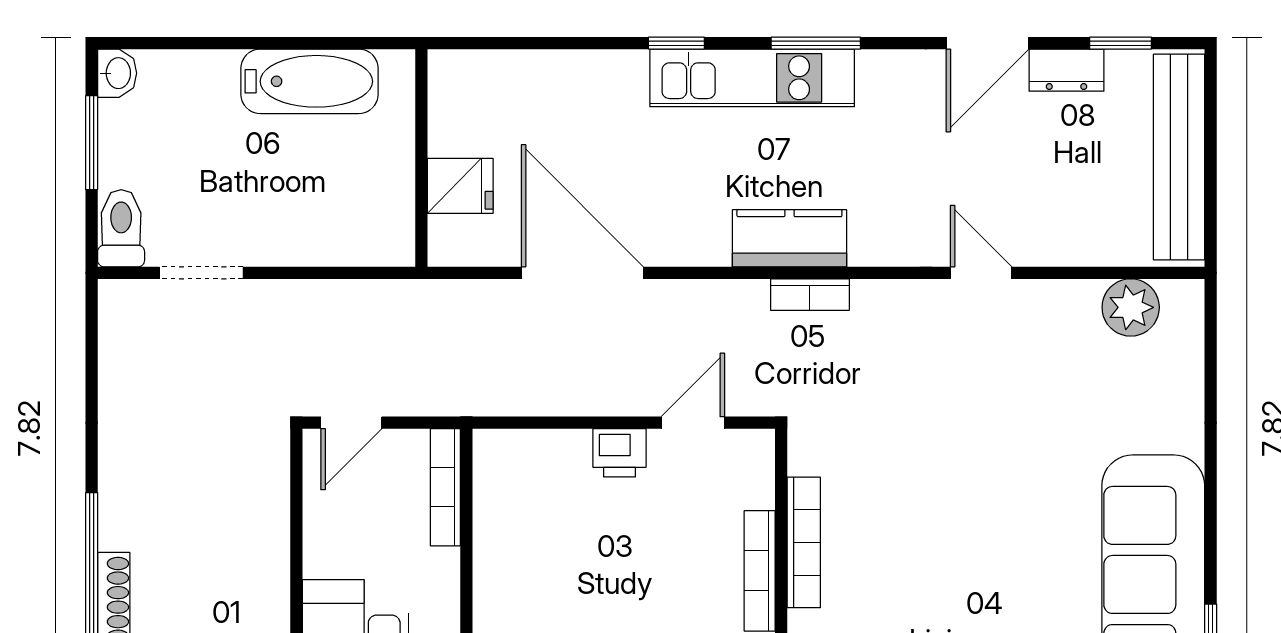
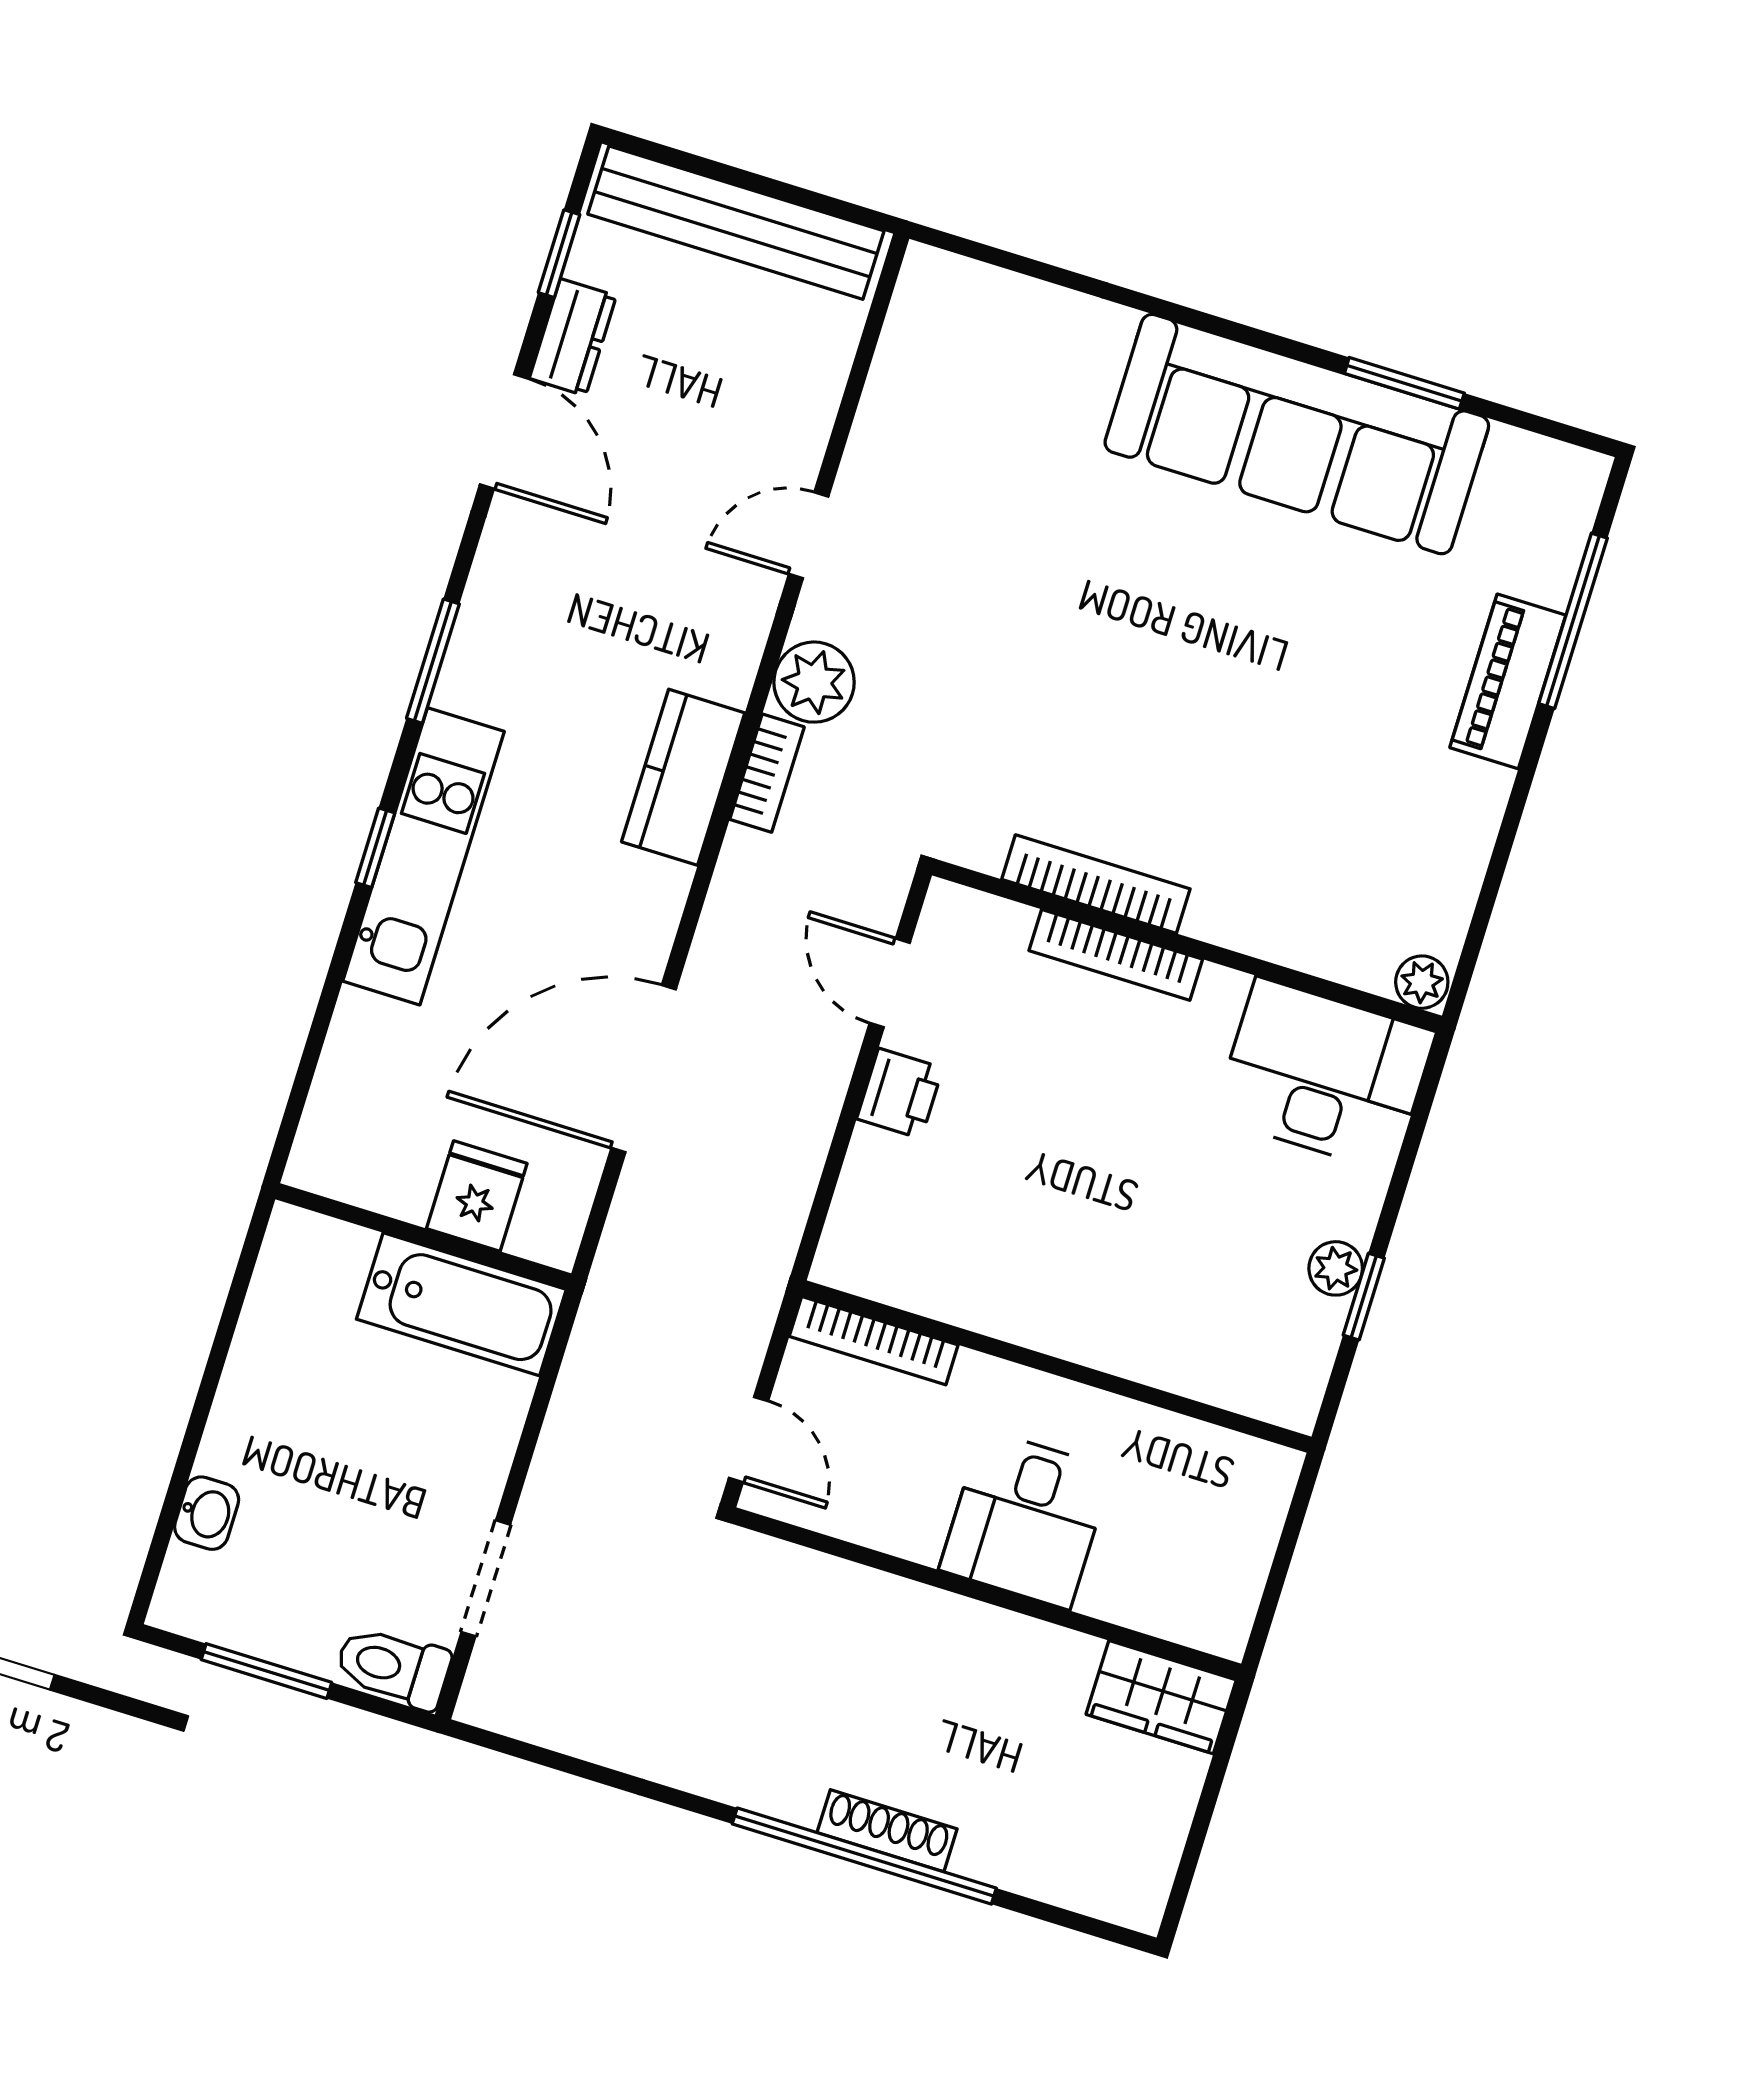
washbasin: (117, 73) -> (207, 1513), moved, turned 90
kitchen unit: (752, 78) -> (424, 856), moved
bathtub: (309, 81) -> (461, 1304), moved, turned 90
plant: (1131, 307) -> (814, 682), moved

